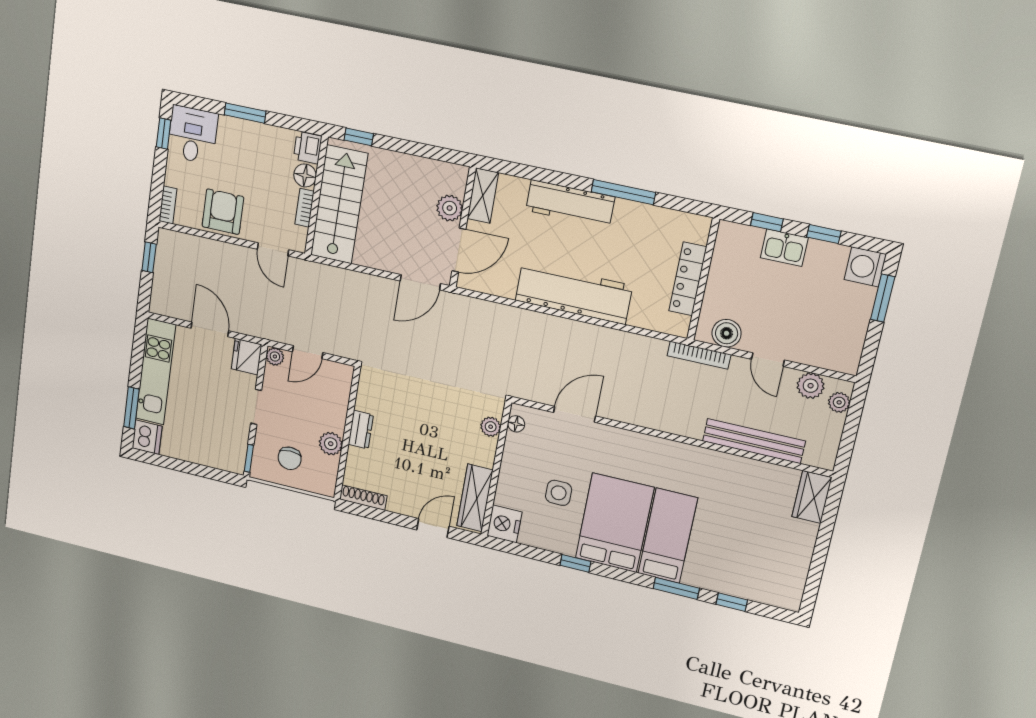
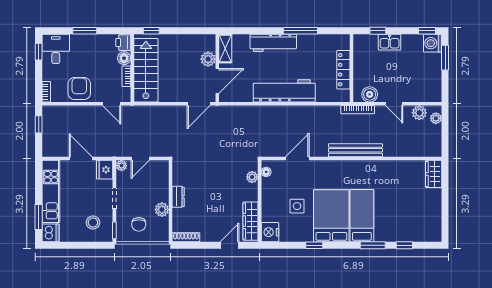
window: (824, 234) -> (427, 31), moved
stool: (216, 437) -> (93, 223), added
bench: (754, 441) -> (355, 150), moved

